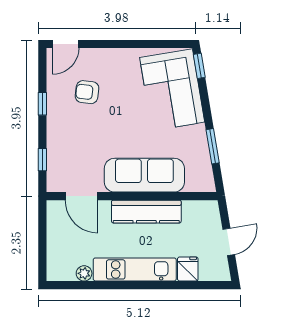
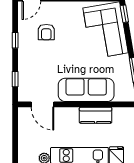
armchair: (87, 92) -> (46, 32), turned -97
kitchen counter: (146, 212) -> (96, 115), width x0.67

